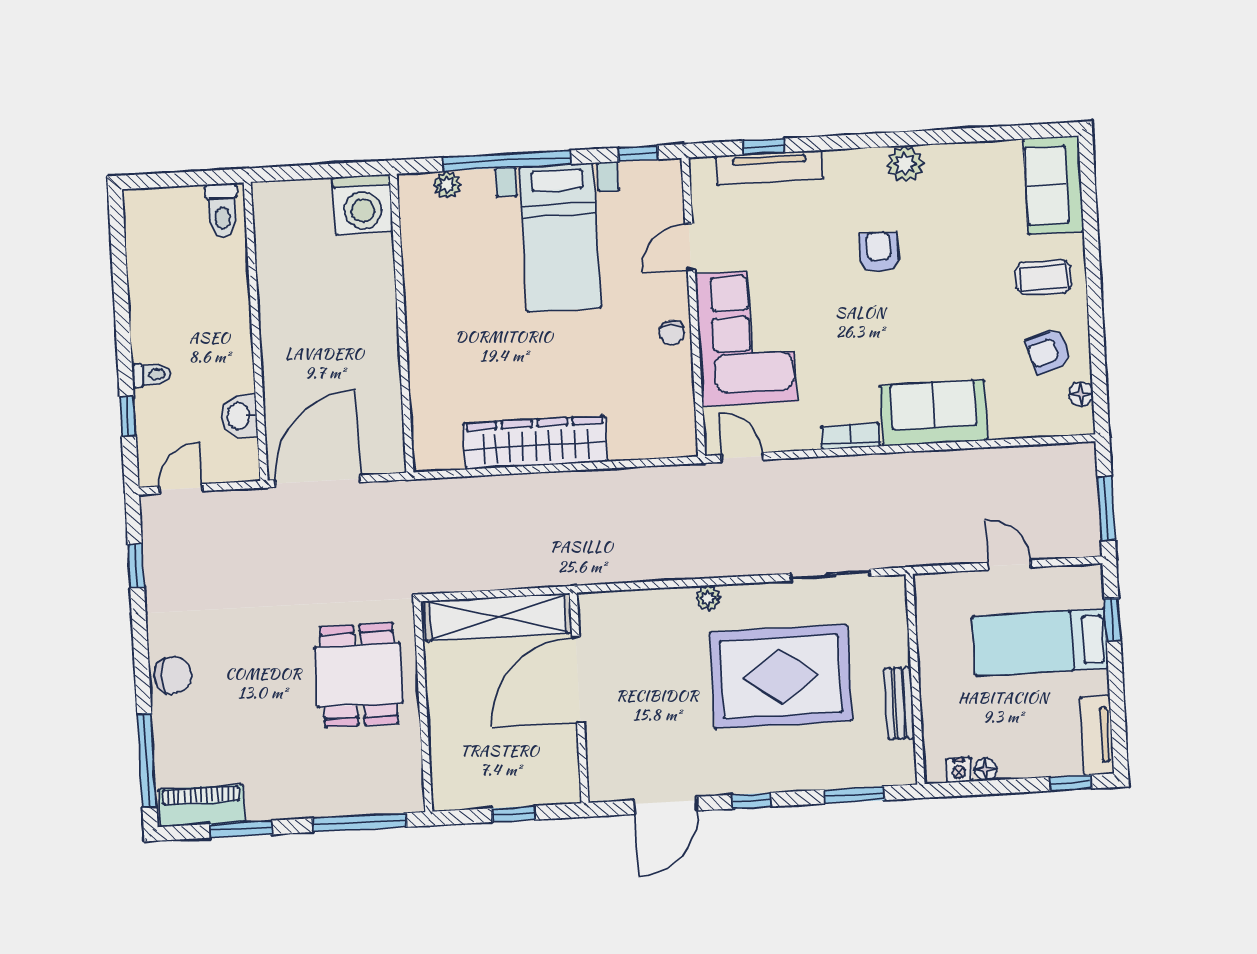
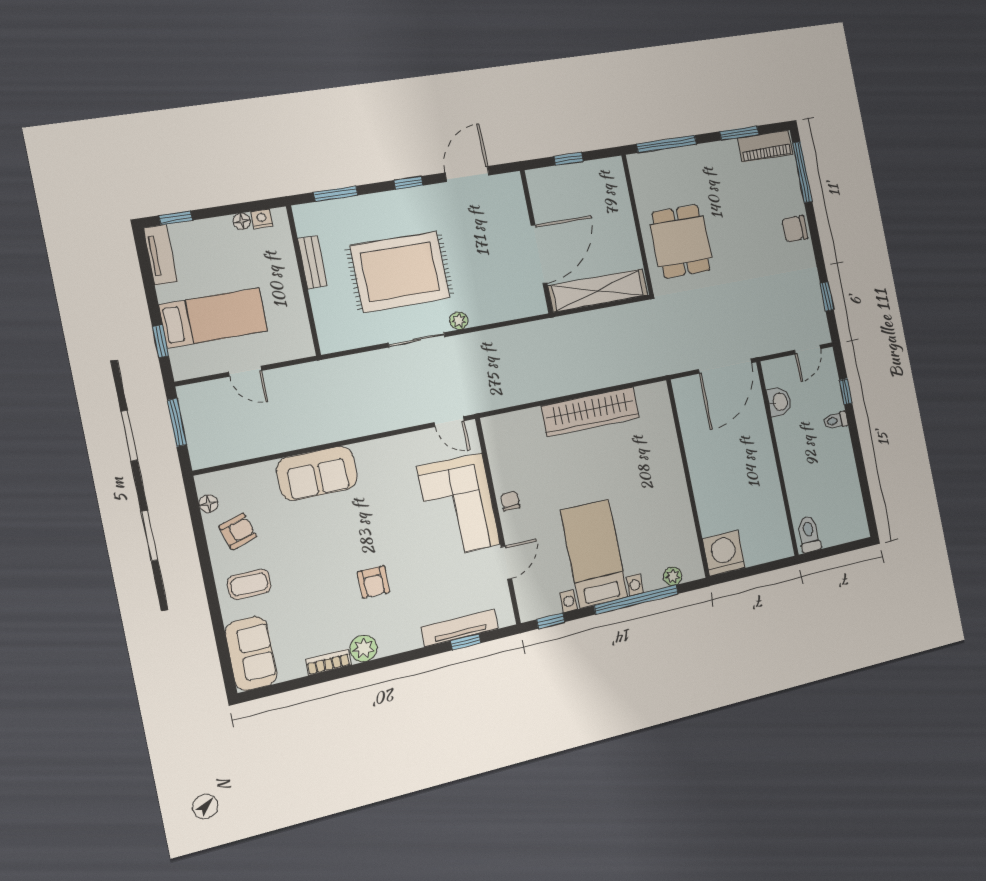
bookcase: (851, 436) -> (328, 662), moved, turned 180
sliding door: (830, 575) -> (417, 340), moved

